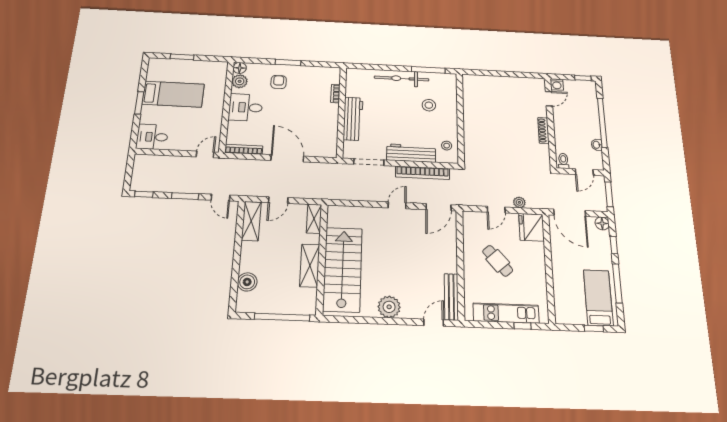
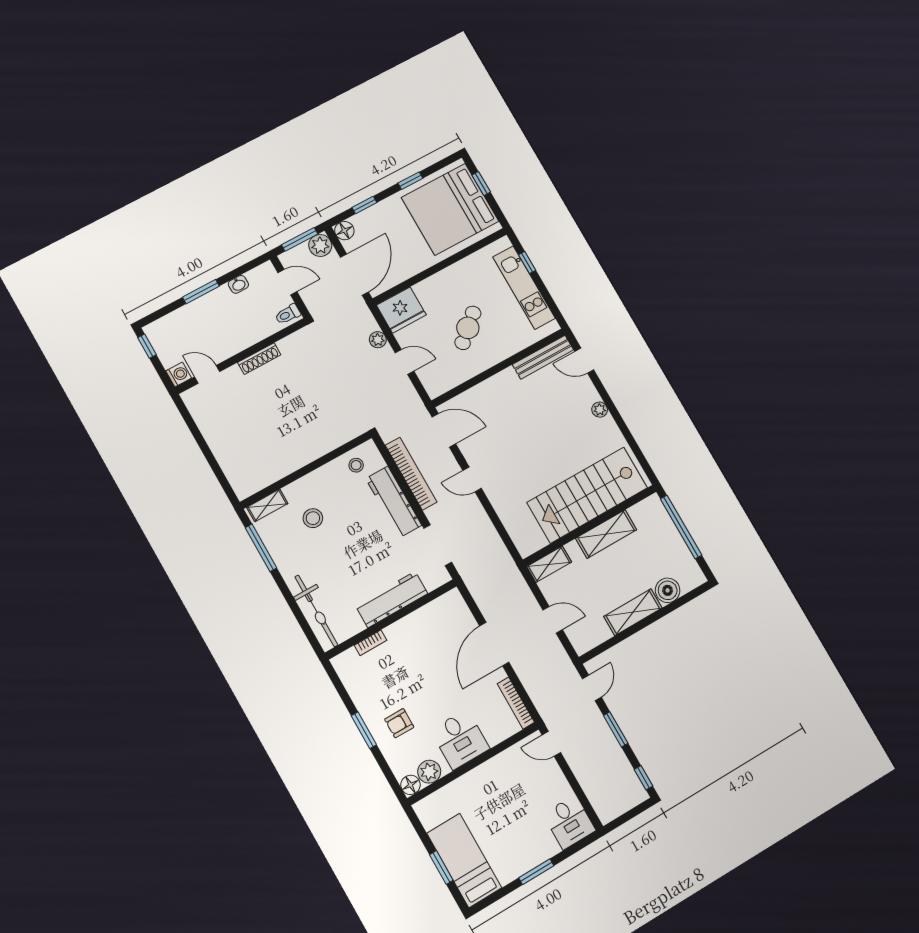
bicycle: (402, 78) -> (316, 611), moved
shelving: (451, 86) -> (267, 505), added
bed: (173, 94) -> (464, 860), moved
window: (602, 123) -> (201, 292), width x0.47
plant: (599, 204) -> (320, 245), added
shelving: (251, 221) -> (633, 612), moved
window: (617, 283) -> (410, 181), width x0.46
bed: (598, 298) -> (450, 209), width x2.04
plant: (389, 307) -> (600, 410), width x0.53, depth x0.53

